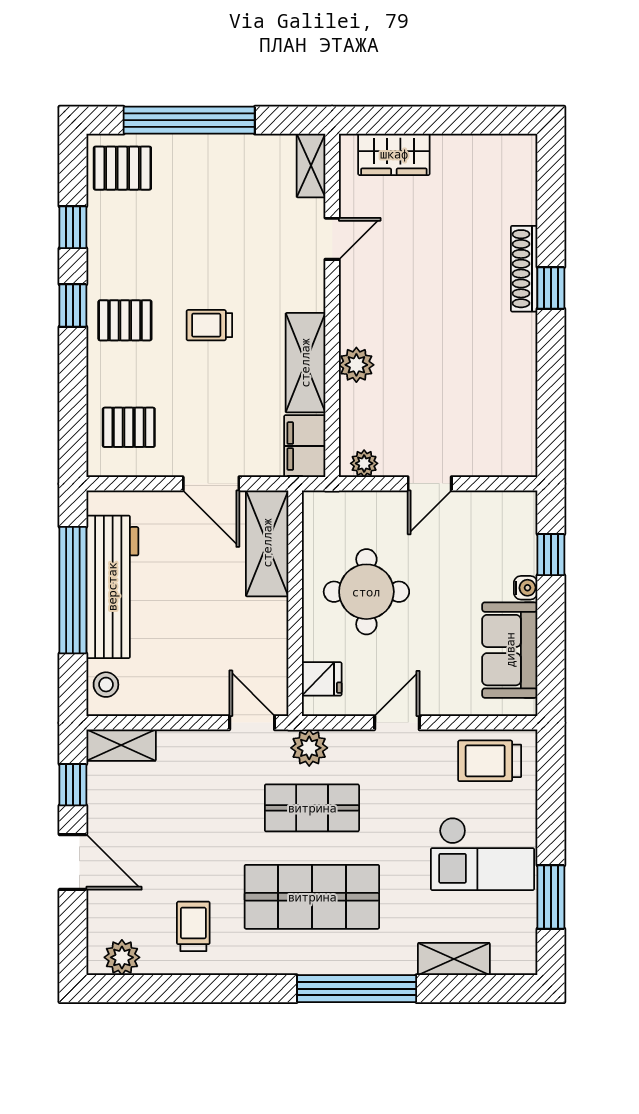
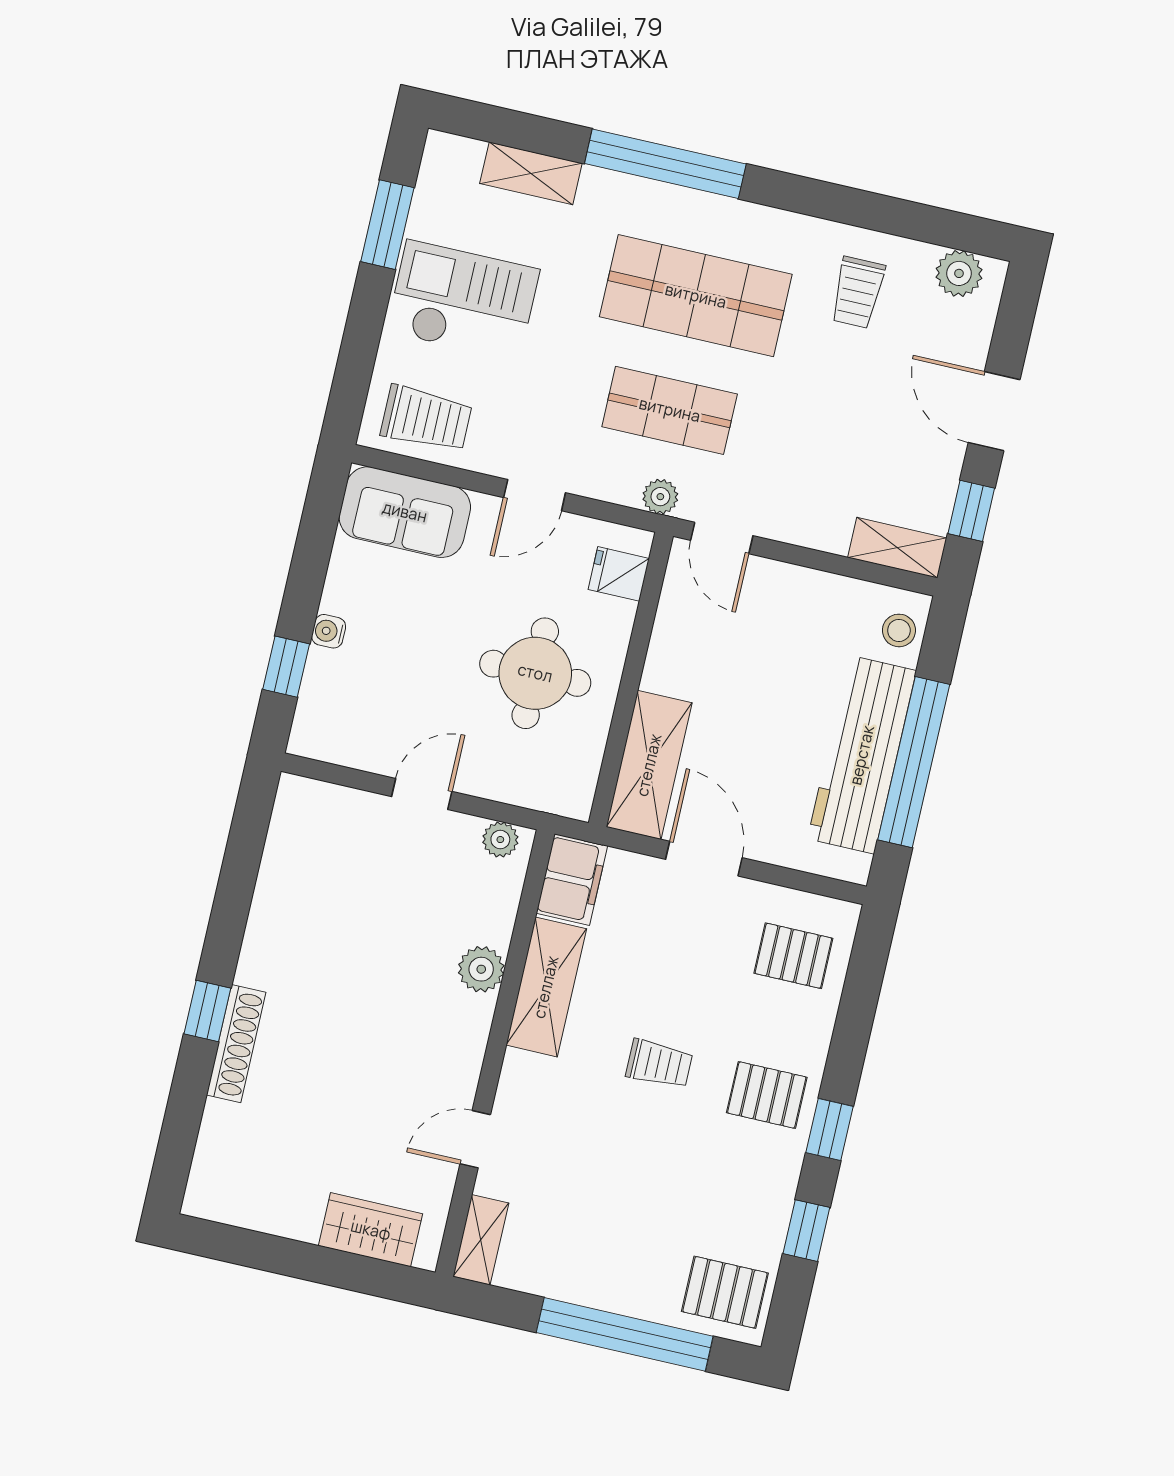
sofa: (510, 650) -> (405, 512), moved, turned 90
plant: (309, 748) -> (660, 497), width x0.73, depth x0.73

